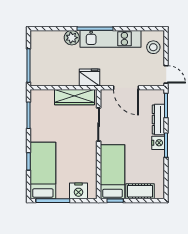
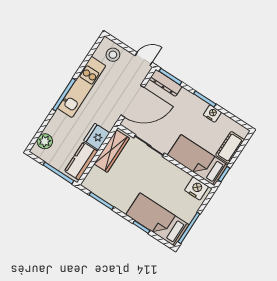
plant: (72, 38) -> (45, 141), moved
fridge: (89, 77) -> (97, 137), moved
kitchen counter: (50, 78) -> (81, 161), added
door: (126, 88) -> (133, 101), width x1.36
dresser: (158, 120) -> (166, 83), moved
nightstand: (158, 143) -> (212, 114), moved
nightstand: (78, 191) -> (197, 188), moved, turned -90

